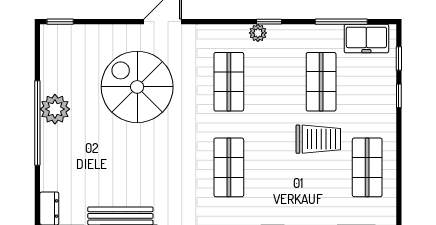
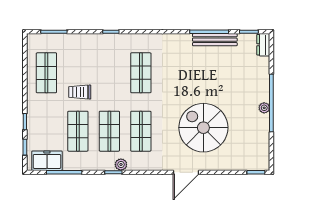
shop shelf: (275, 82) -> (109, 131), added
spiral stairs: (137, 87) -> (203, 128), turned 180
plant: (55, 109) -> (264, 108), width x0.53, depth x0.53
trolley: (318, 139) -> (80, 92), width x0.73, depth x0.72

